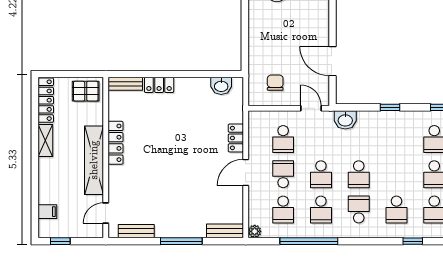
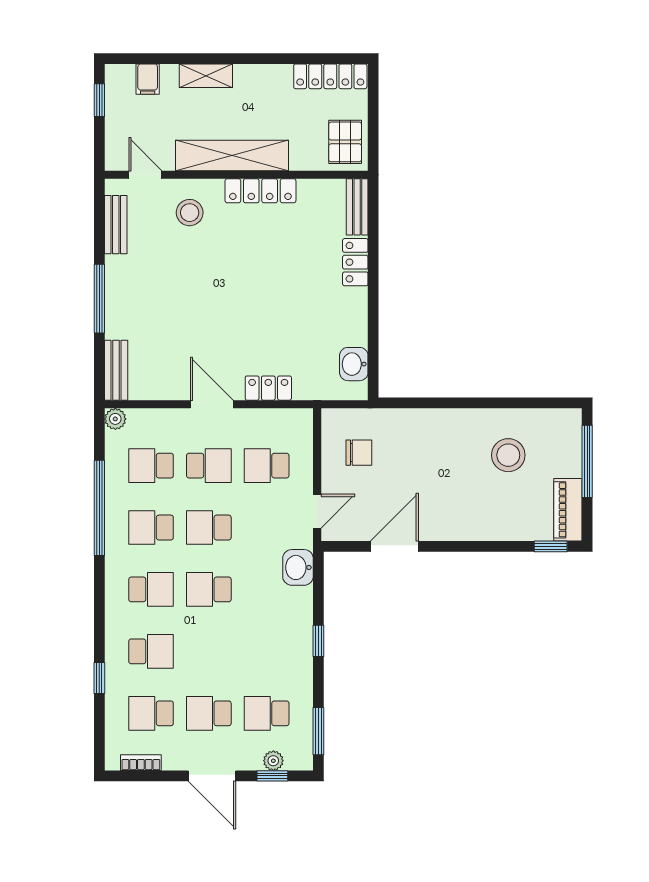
shelving: (45, 141) -> (206, 76), moved
stool: (129, 186) -> (190, 213), added
school desk: (396, 210) -> (151, 651), turned 180

